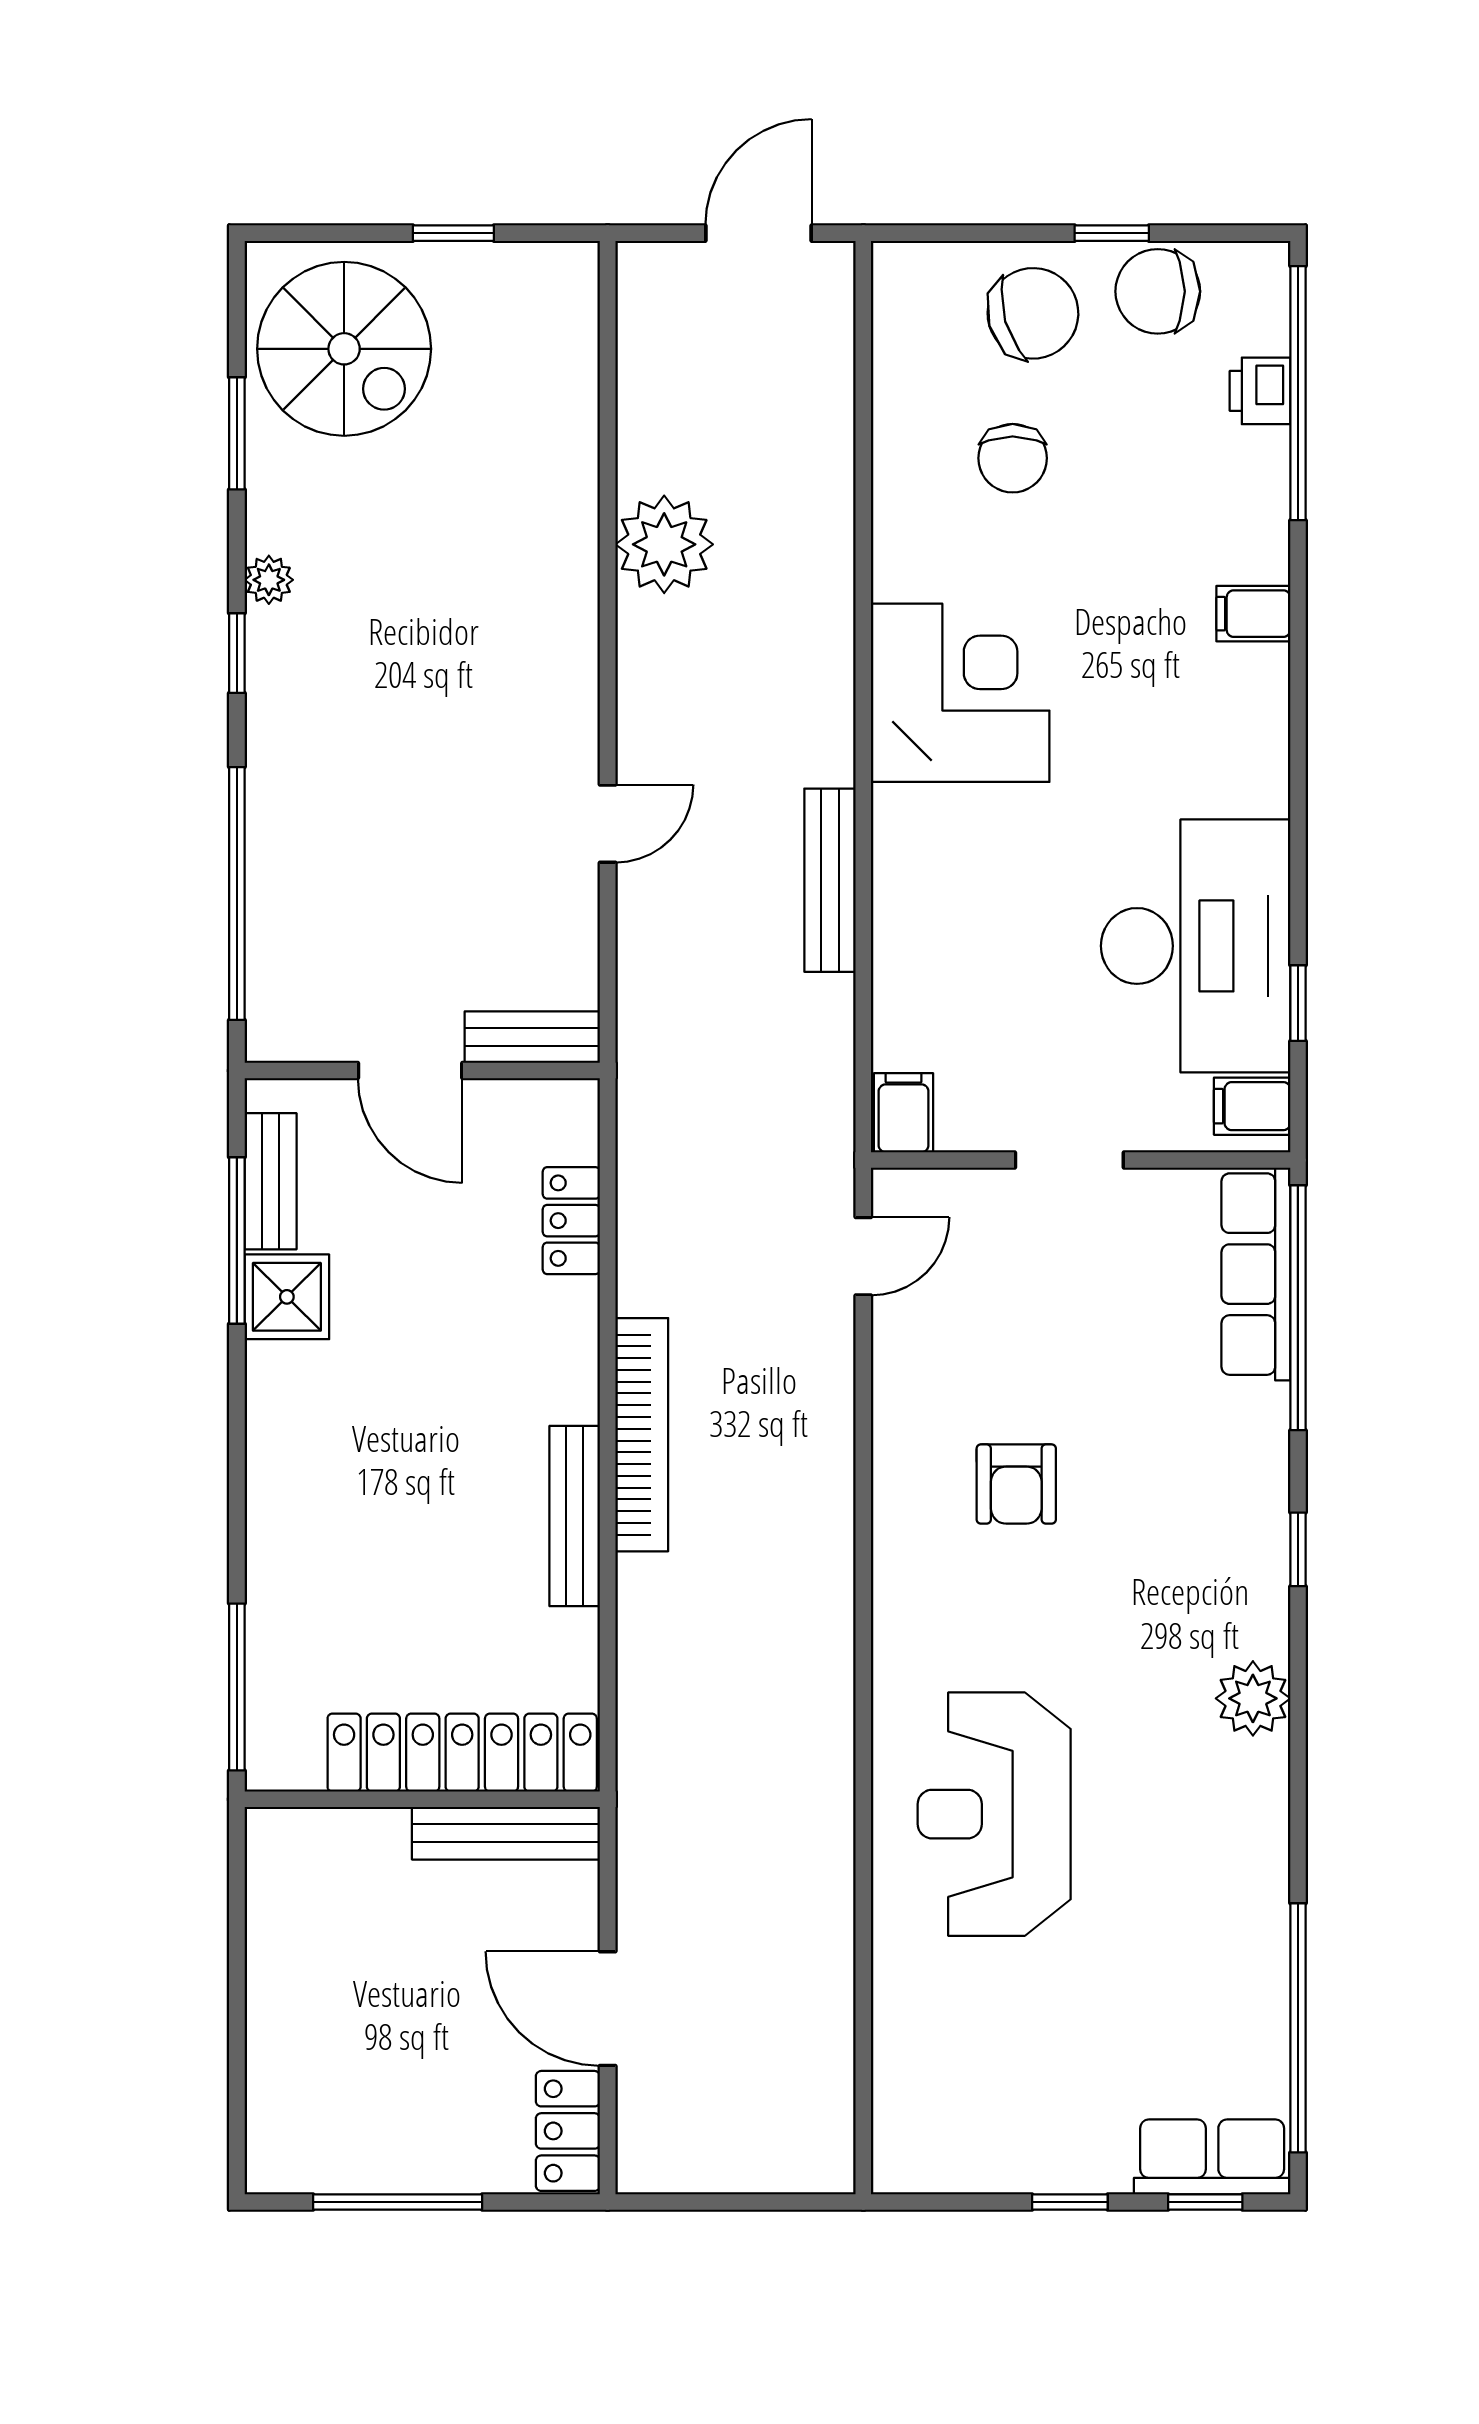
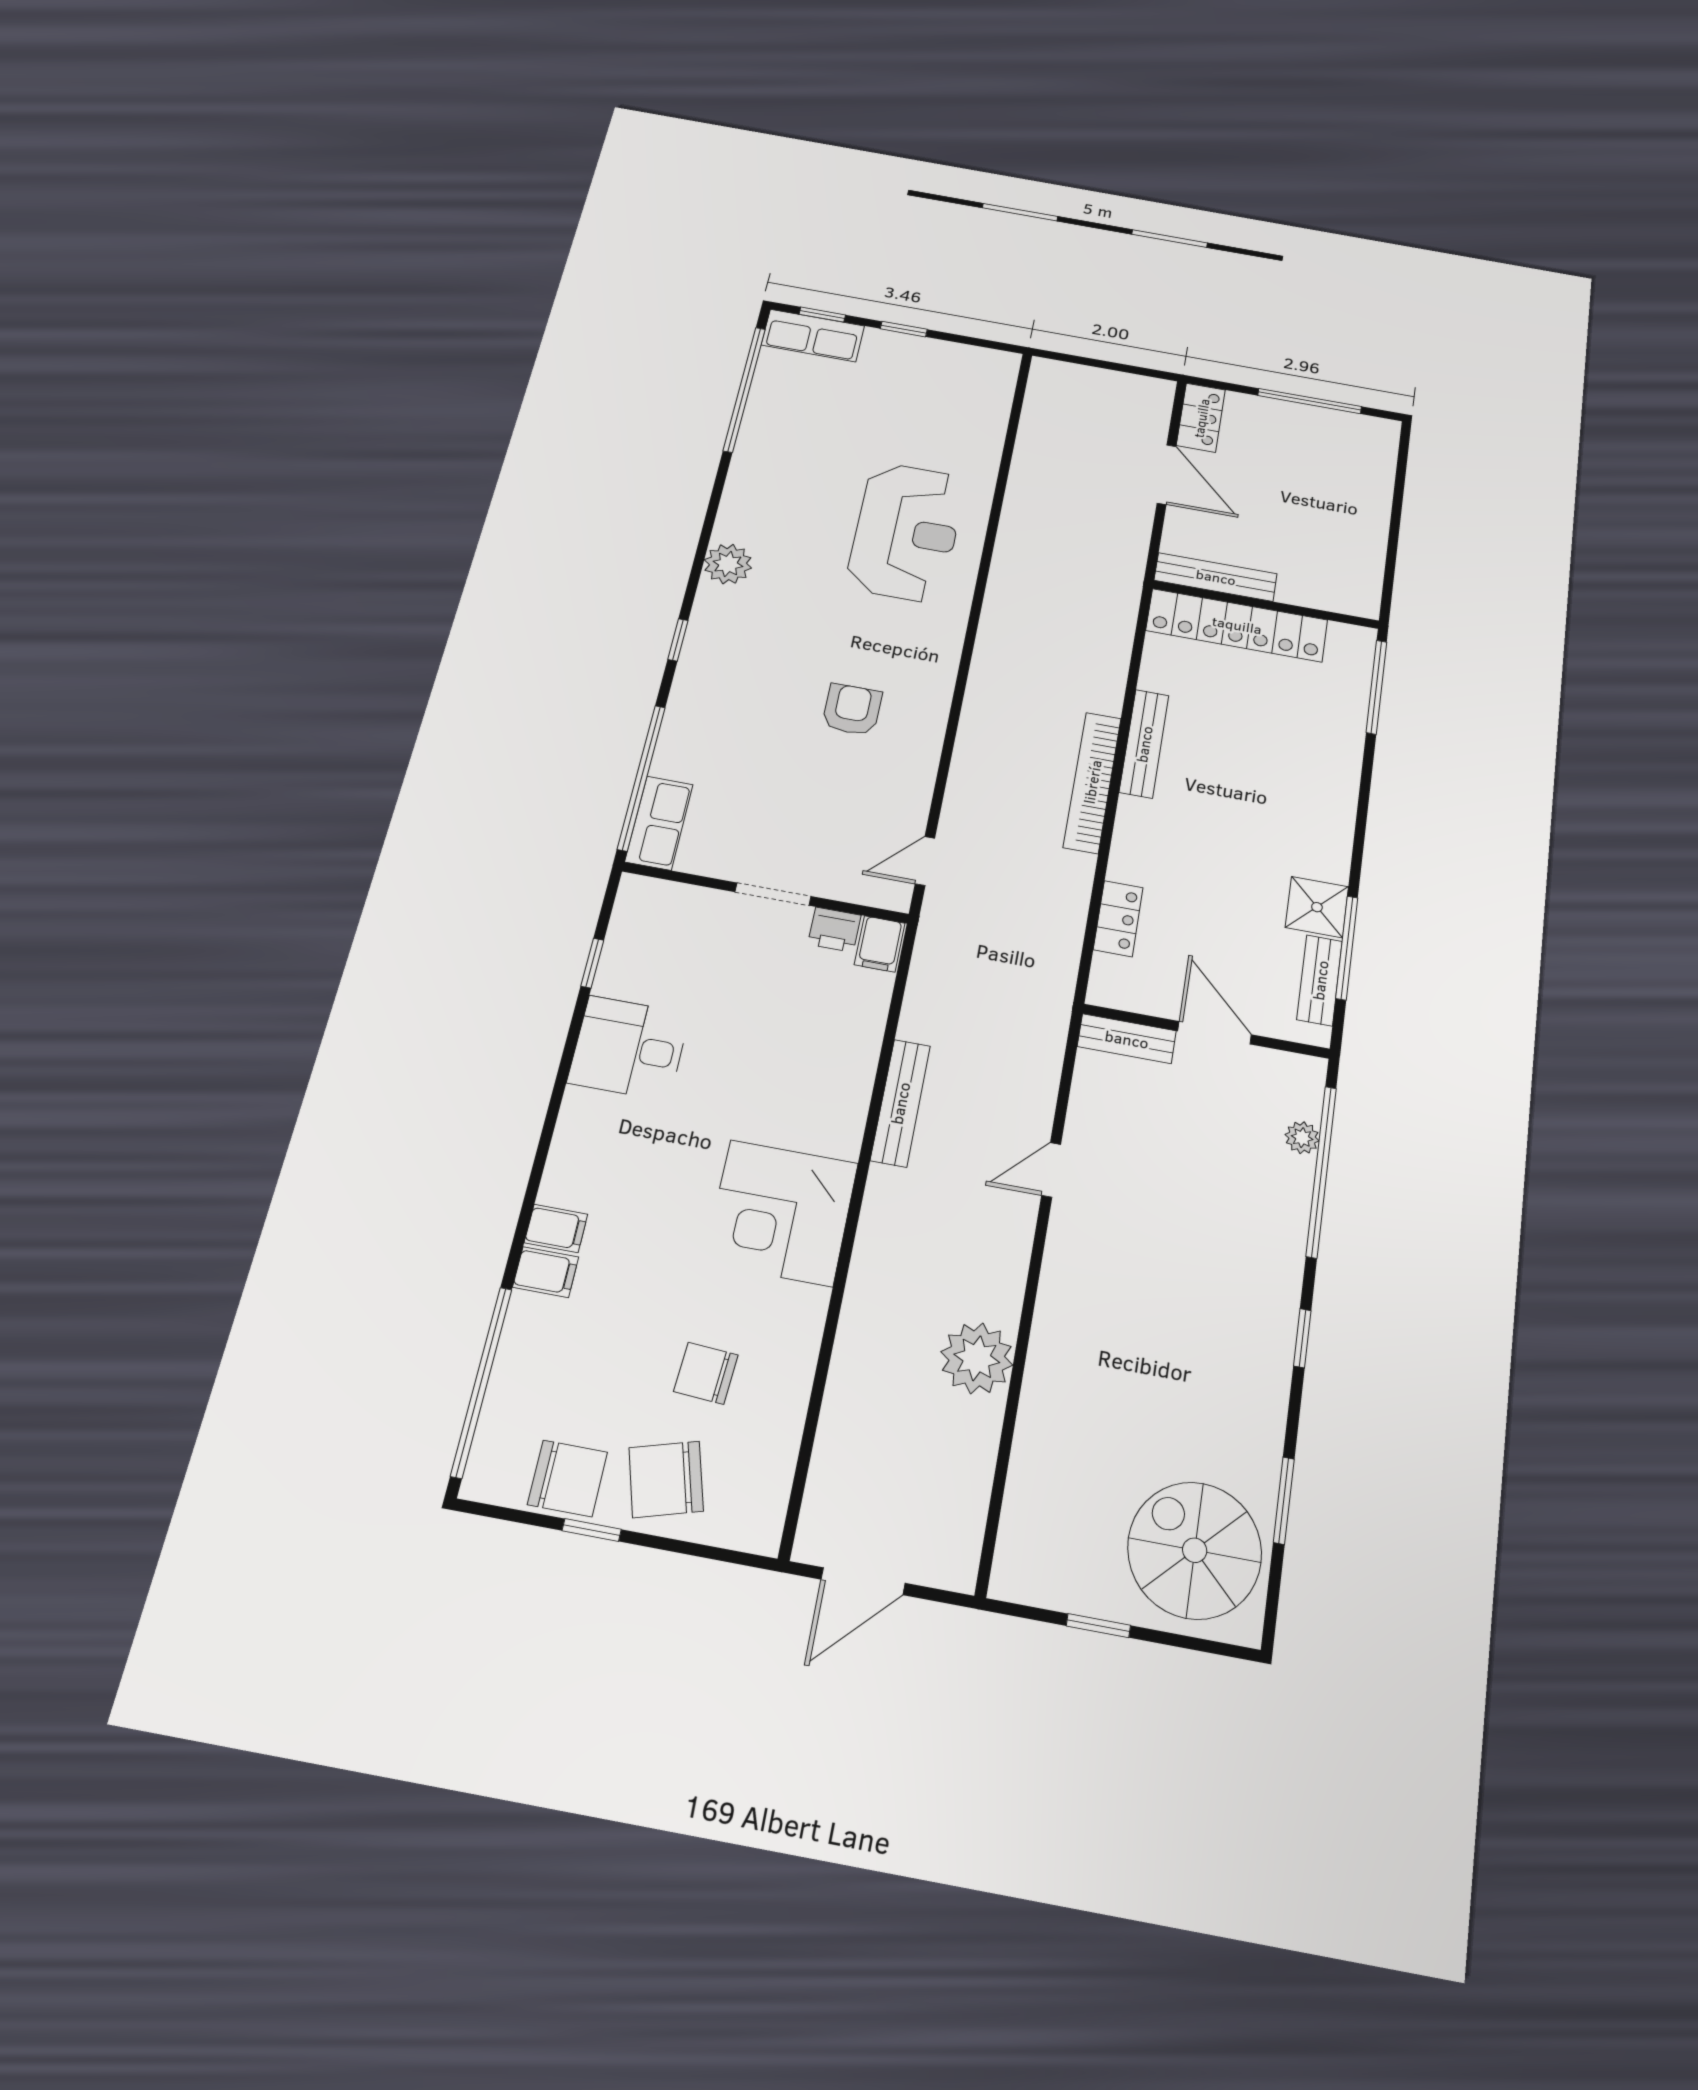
printer: (1260, 391) -> (834, 930), moved, turned 90
chair: (1013, 458) -> (706, 1373), turned -86
plant: (269, 580) -> (1302, 1138), moved
desk: (1196, 946) -> (629, 1048), width x0.53, depth x0.77
filing cabinet: (1252, 1106) -> (546, 1272), moved
row of seats: (1256, 1274) -> (659, 823), width x0.68

